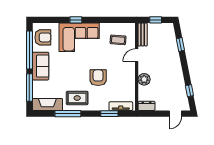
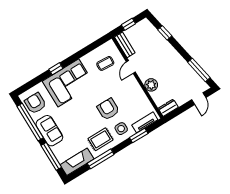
armchair: (43, 37) -> (35, 103), turned -90
window: (189, 91) -> (199, 70), width x2.17
side table: (99, 100) -> (121, 129), added

